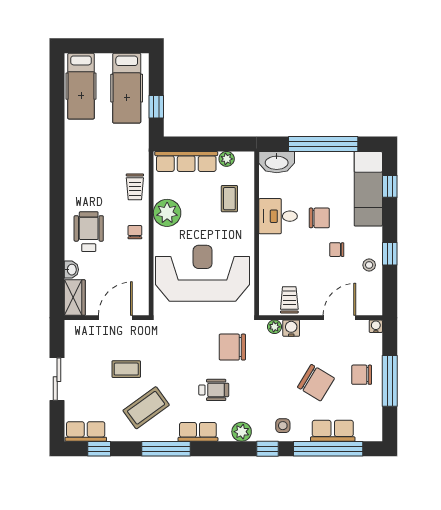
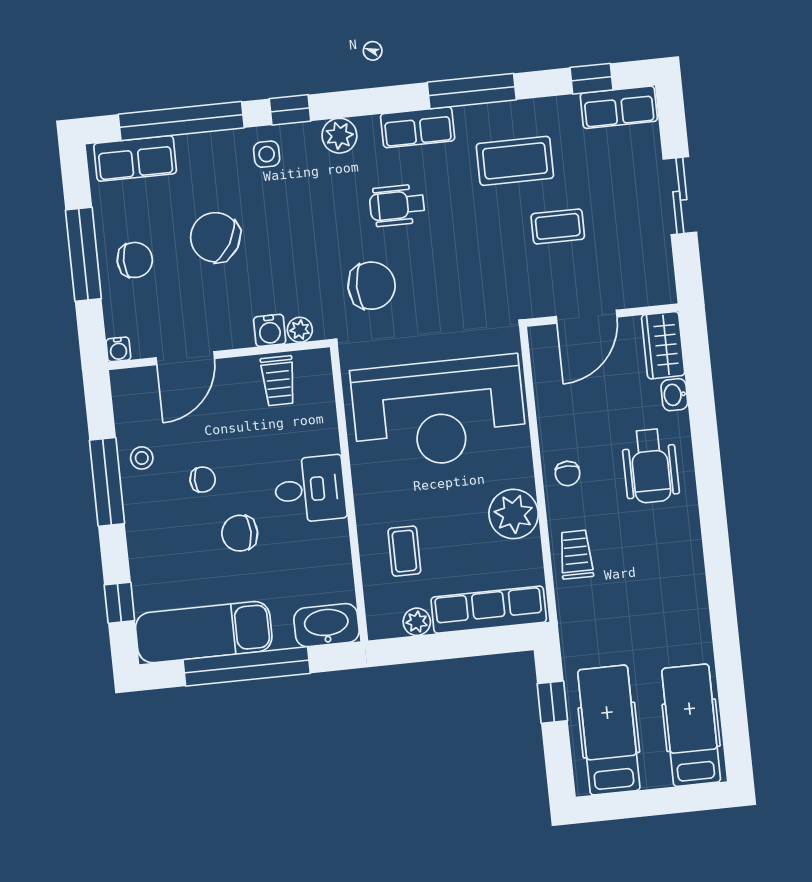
exam couch: (368, 189) -> (204, 632), moved, turned -90
desk: (278, 216) -> (310, 489), moved
window: (390, 254) -> (107, 482), width x2.17
coffee table: (146, 408) -> (515, 161), turned 36
row of seats: (333, 431) -> (135, 158), moved

